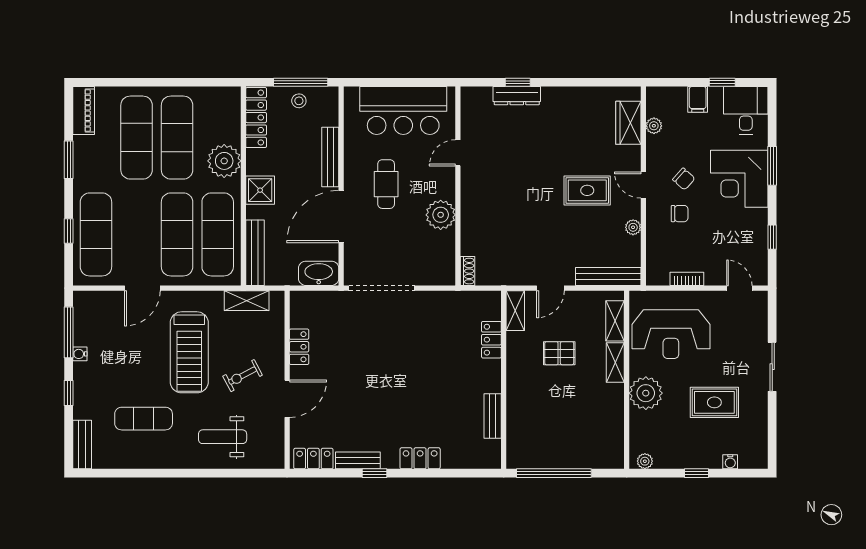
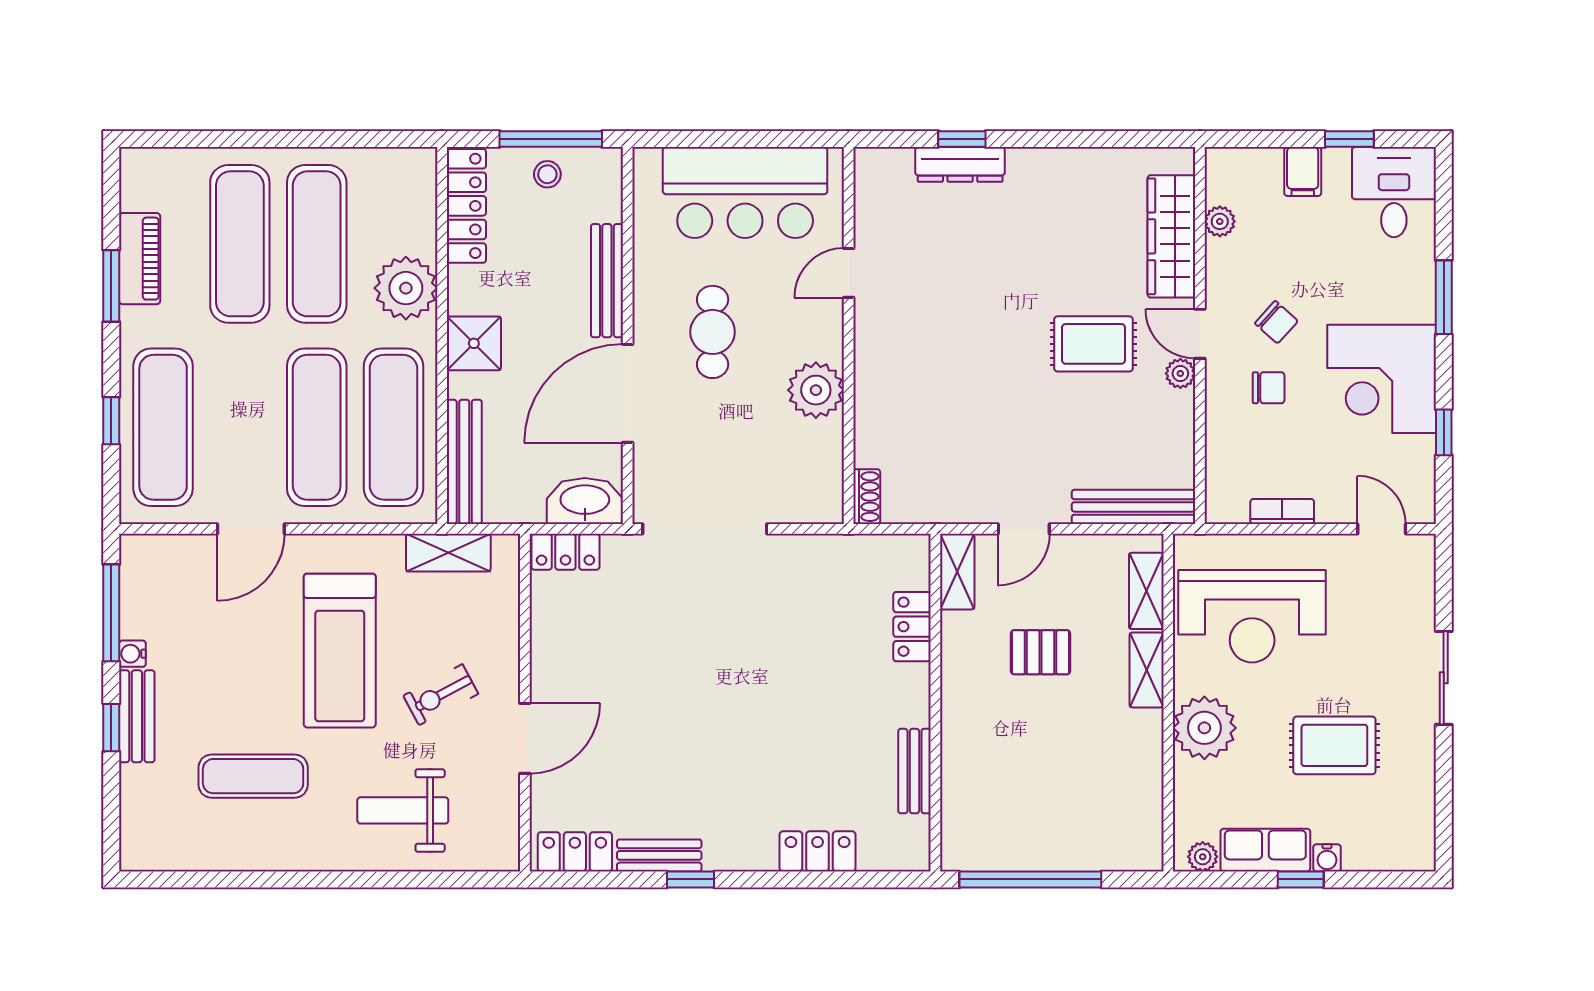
piano: (84, 111) -> (140, 259), moved
wardrobe: (628, 123) -> (1171, 236), width x1.50
corner desk: (739, 179) -> (1382, 379), moved
plant: (633, 227) -> (1180, 373), moved
locker: (299, 347) -> (565, 552), moved, turned 90
bench: (82, 445) -> (137, 716), moved
locker: (420, 458) -> (818, 851), moved
row of seats: (678, 458) -> (1265, 850), added
water cooler: (730, 462) -> (1327, 858), moved

